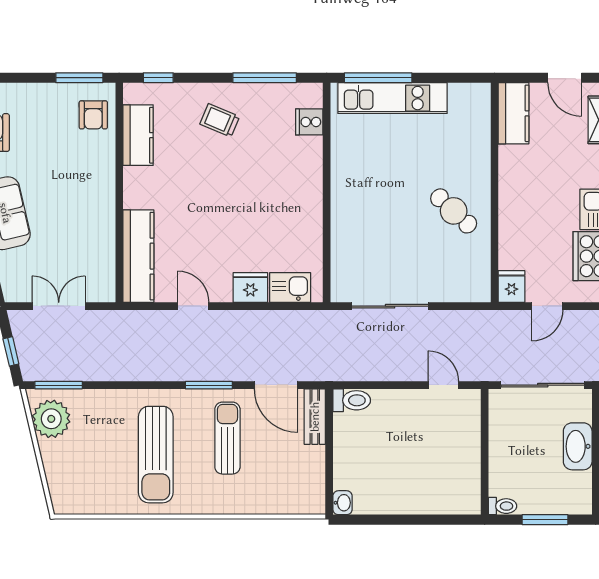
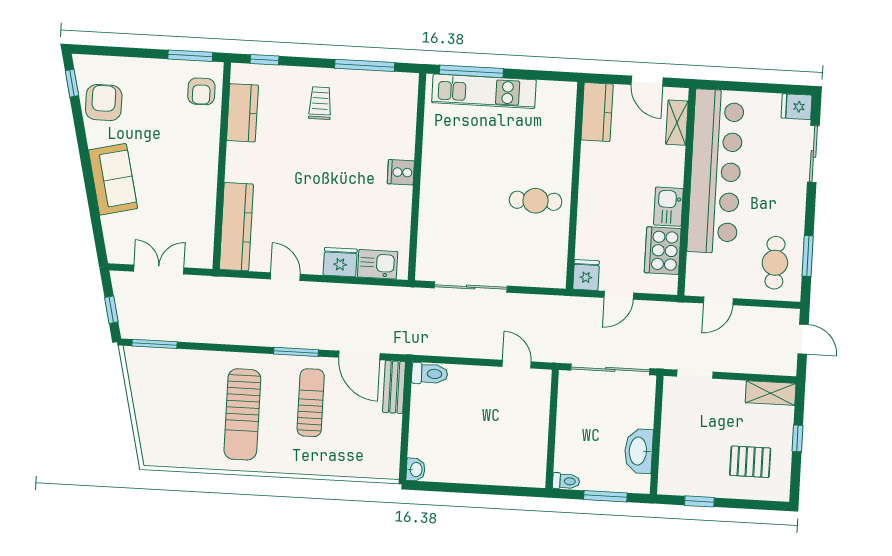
trolley: (220, 120) -> (320, 103), turned 67
cooker: (309, 122) -> (401, 172), moved
cafe table: (454, 211) -> (536, 201), turned -43
plant: (51, 419) -> (146, 375), removed
washbasin: (578, 446) -> (639, 451), moved

